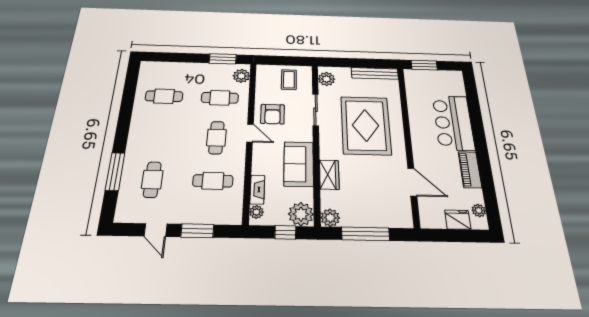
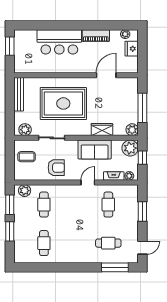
window: (186, 58) -> (10, 231), added
window: (424, 65) -> (10, 46), moved
door: (250, 133) -> (88, 182), moved
cafe table: (216, 138) -> (76, 205), removed
window: (115, 171) -> (115, 267), moved
door: (156, 230) -> (142, 248), moved

